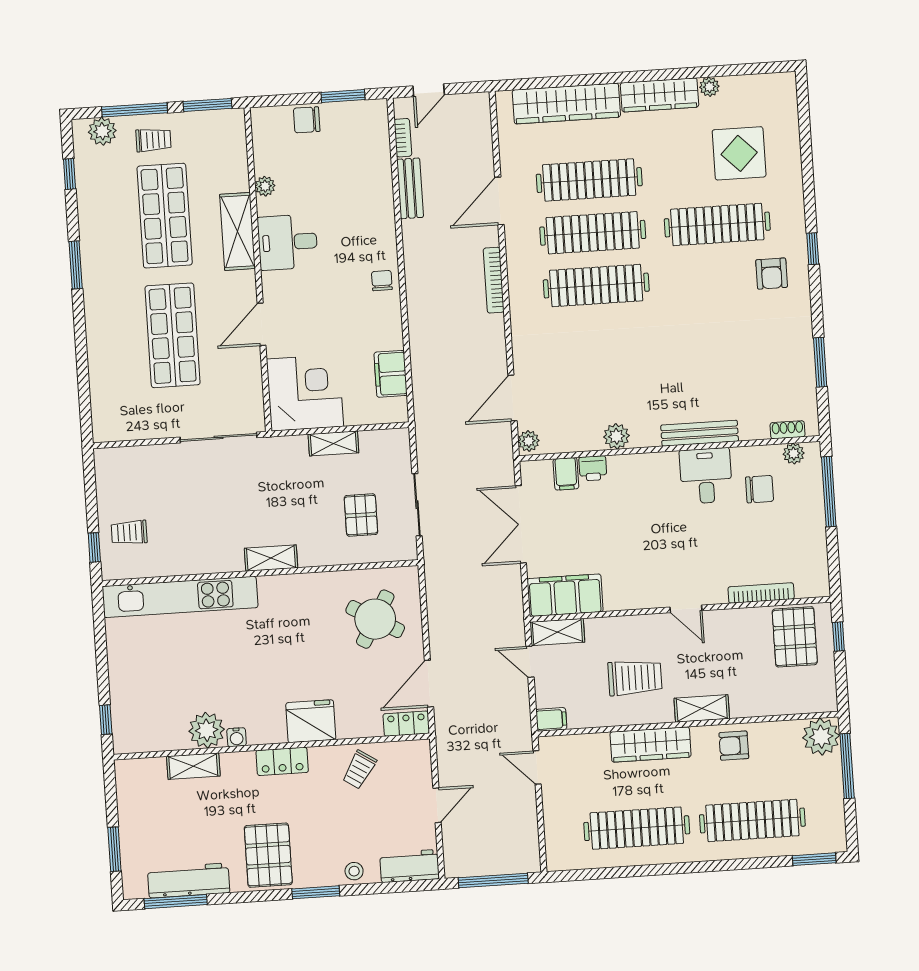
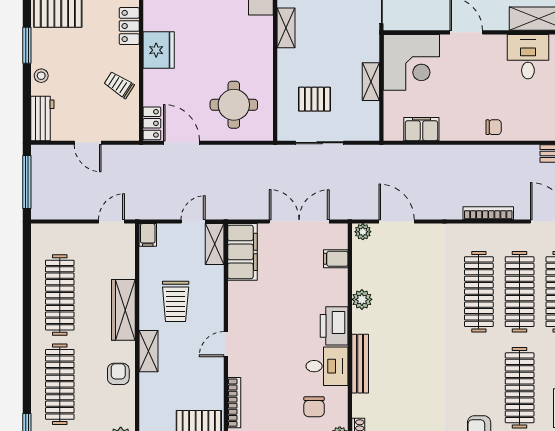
printer: (593, 468) -> (334, 326), moved, width x1.87, depth x1.48
round table: (375, 619) -> (234, 105), turned -30

